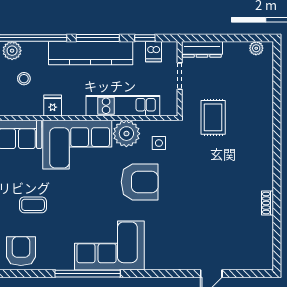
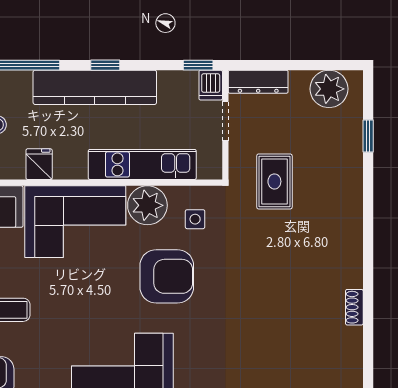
window: (98, 38) -> (105, 65), width x0.46
window: (145, 38) -> (198, 65), moved
plant: (256, 48) -> (329, 89), width x1.87, depth x1.87
dishwasher: (153, 52) -> (211, 85), moved
window: (277, 86) -> (368, 136), added

